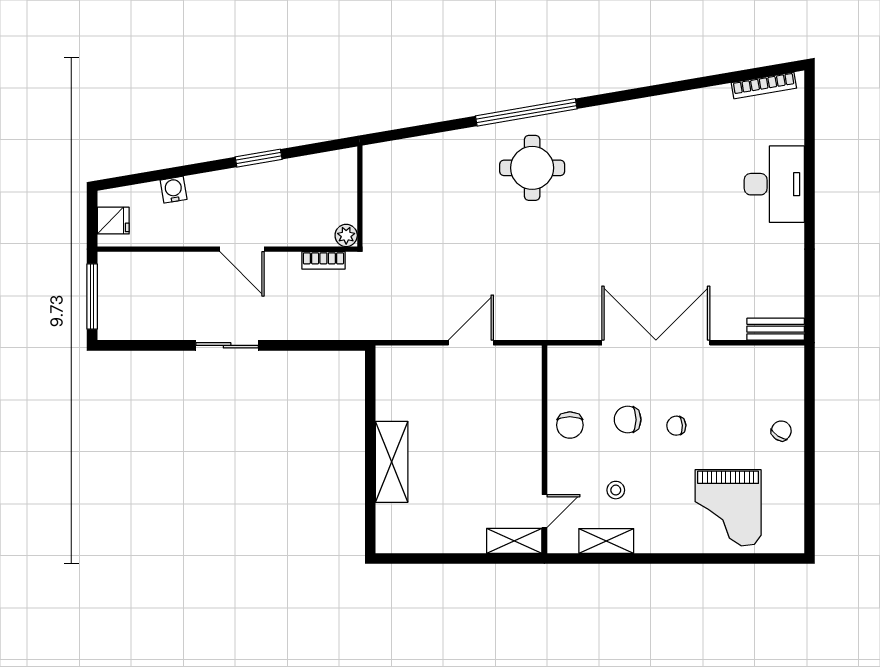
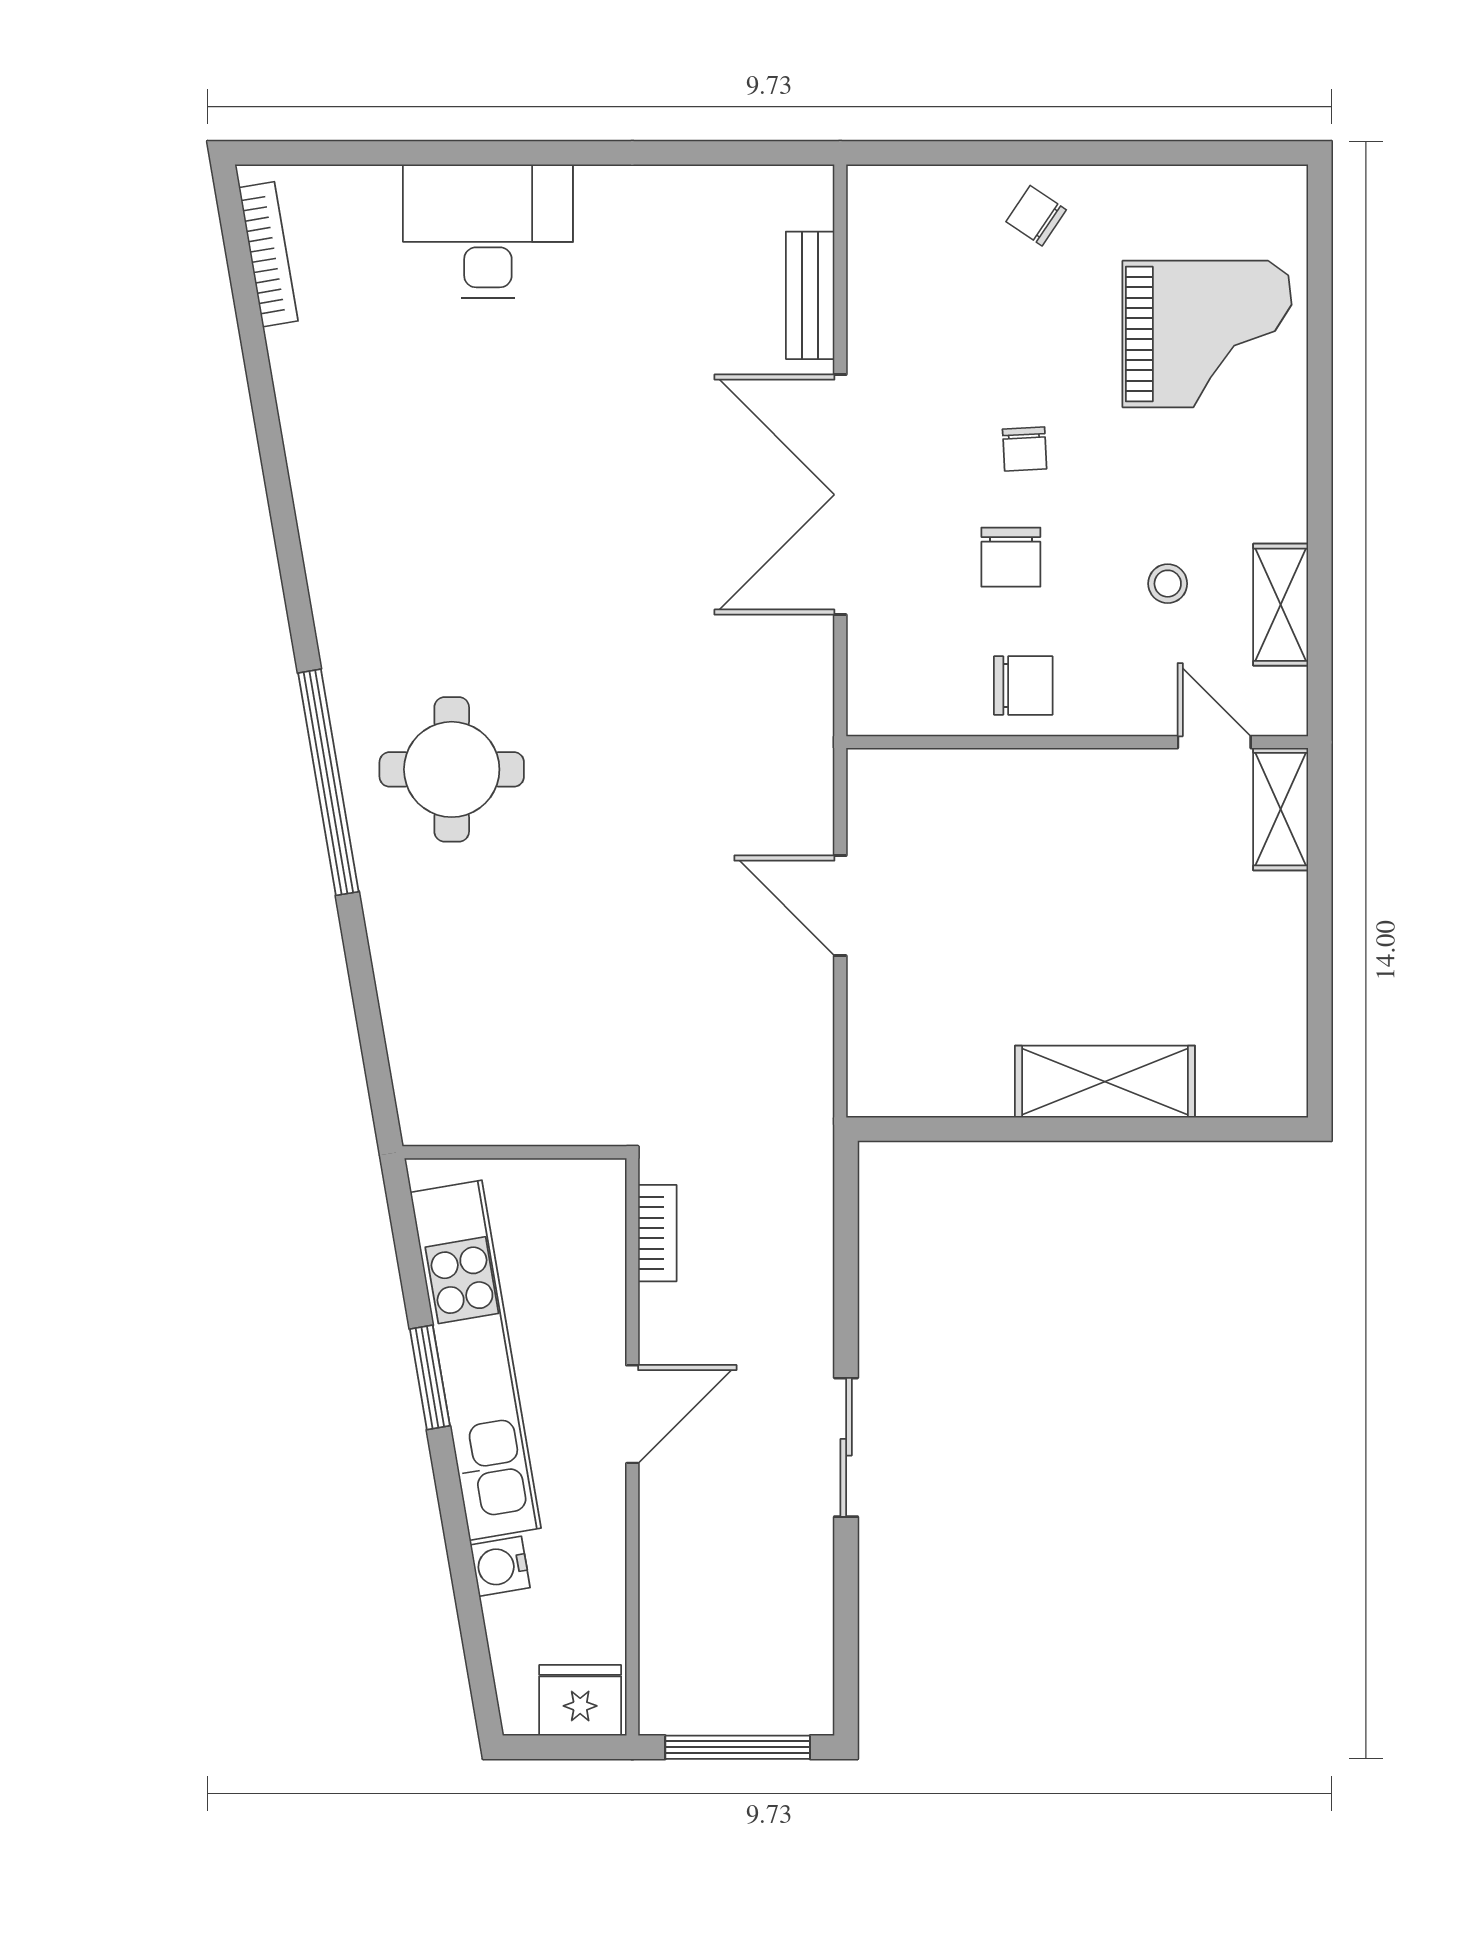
kitchen unit: (266, 179) -> (476, 1360), added
fridge: (113, 221) -> (580, 1700), width x1.38
plant: (346, 235) -> (602, 1183), removed
bench: (776, 329) -> (810, 295), moved

